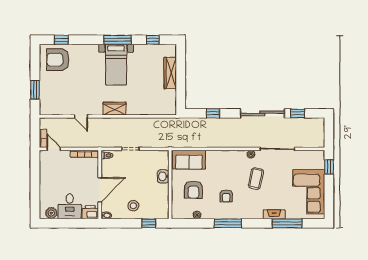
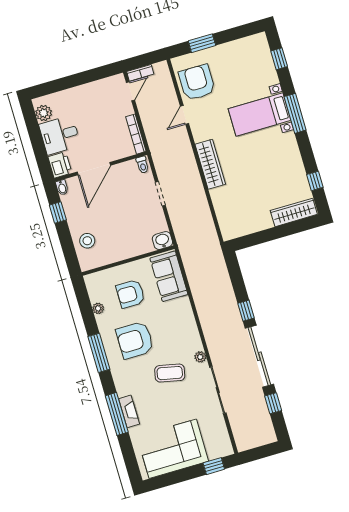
window: (117, 40) -> (295, 113), moved
armchair: (58, 60) -> (197, 82), moved
bed with nightstands: (116, 65) -> (259, 115), moved
wardrobe: (170, 73) -> (294, 212), moved
wardrobe: (114, 109) -> (210, 164), width x1.50
window: (213, 113) -> (246, 311), moved
washbasin: (163, 176) -> (162, 241), moved
door: (100, 190) -> (94, 169), hinge flipped
armchair: (226, 196) -> (135, 340), width x1.88, depth x1.88
stool: (133, 206) -> (87, 241), moved
window: (149, 223) -> (58, 213), moved
window: (287, 223) -> (117, 414), moved

